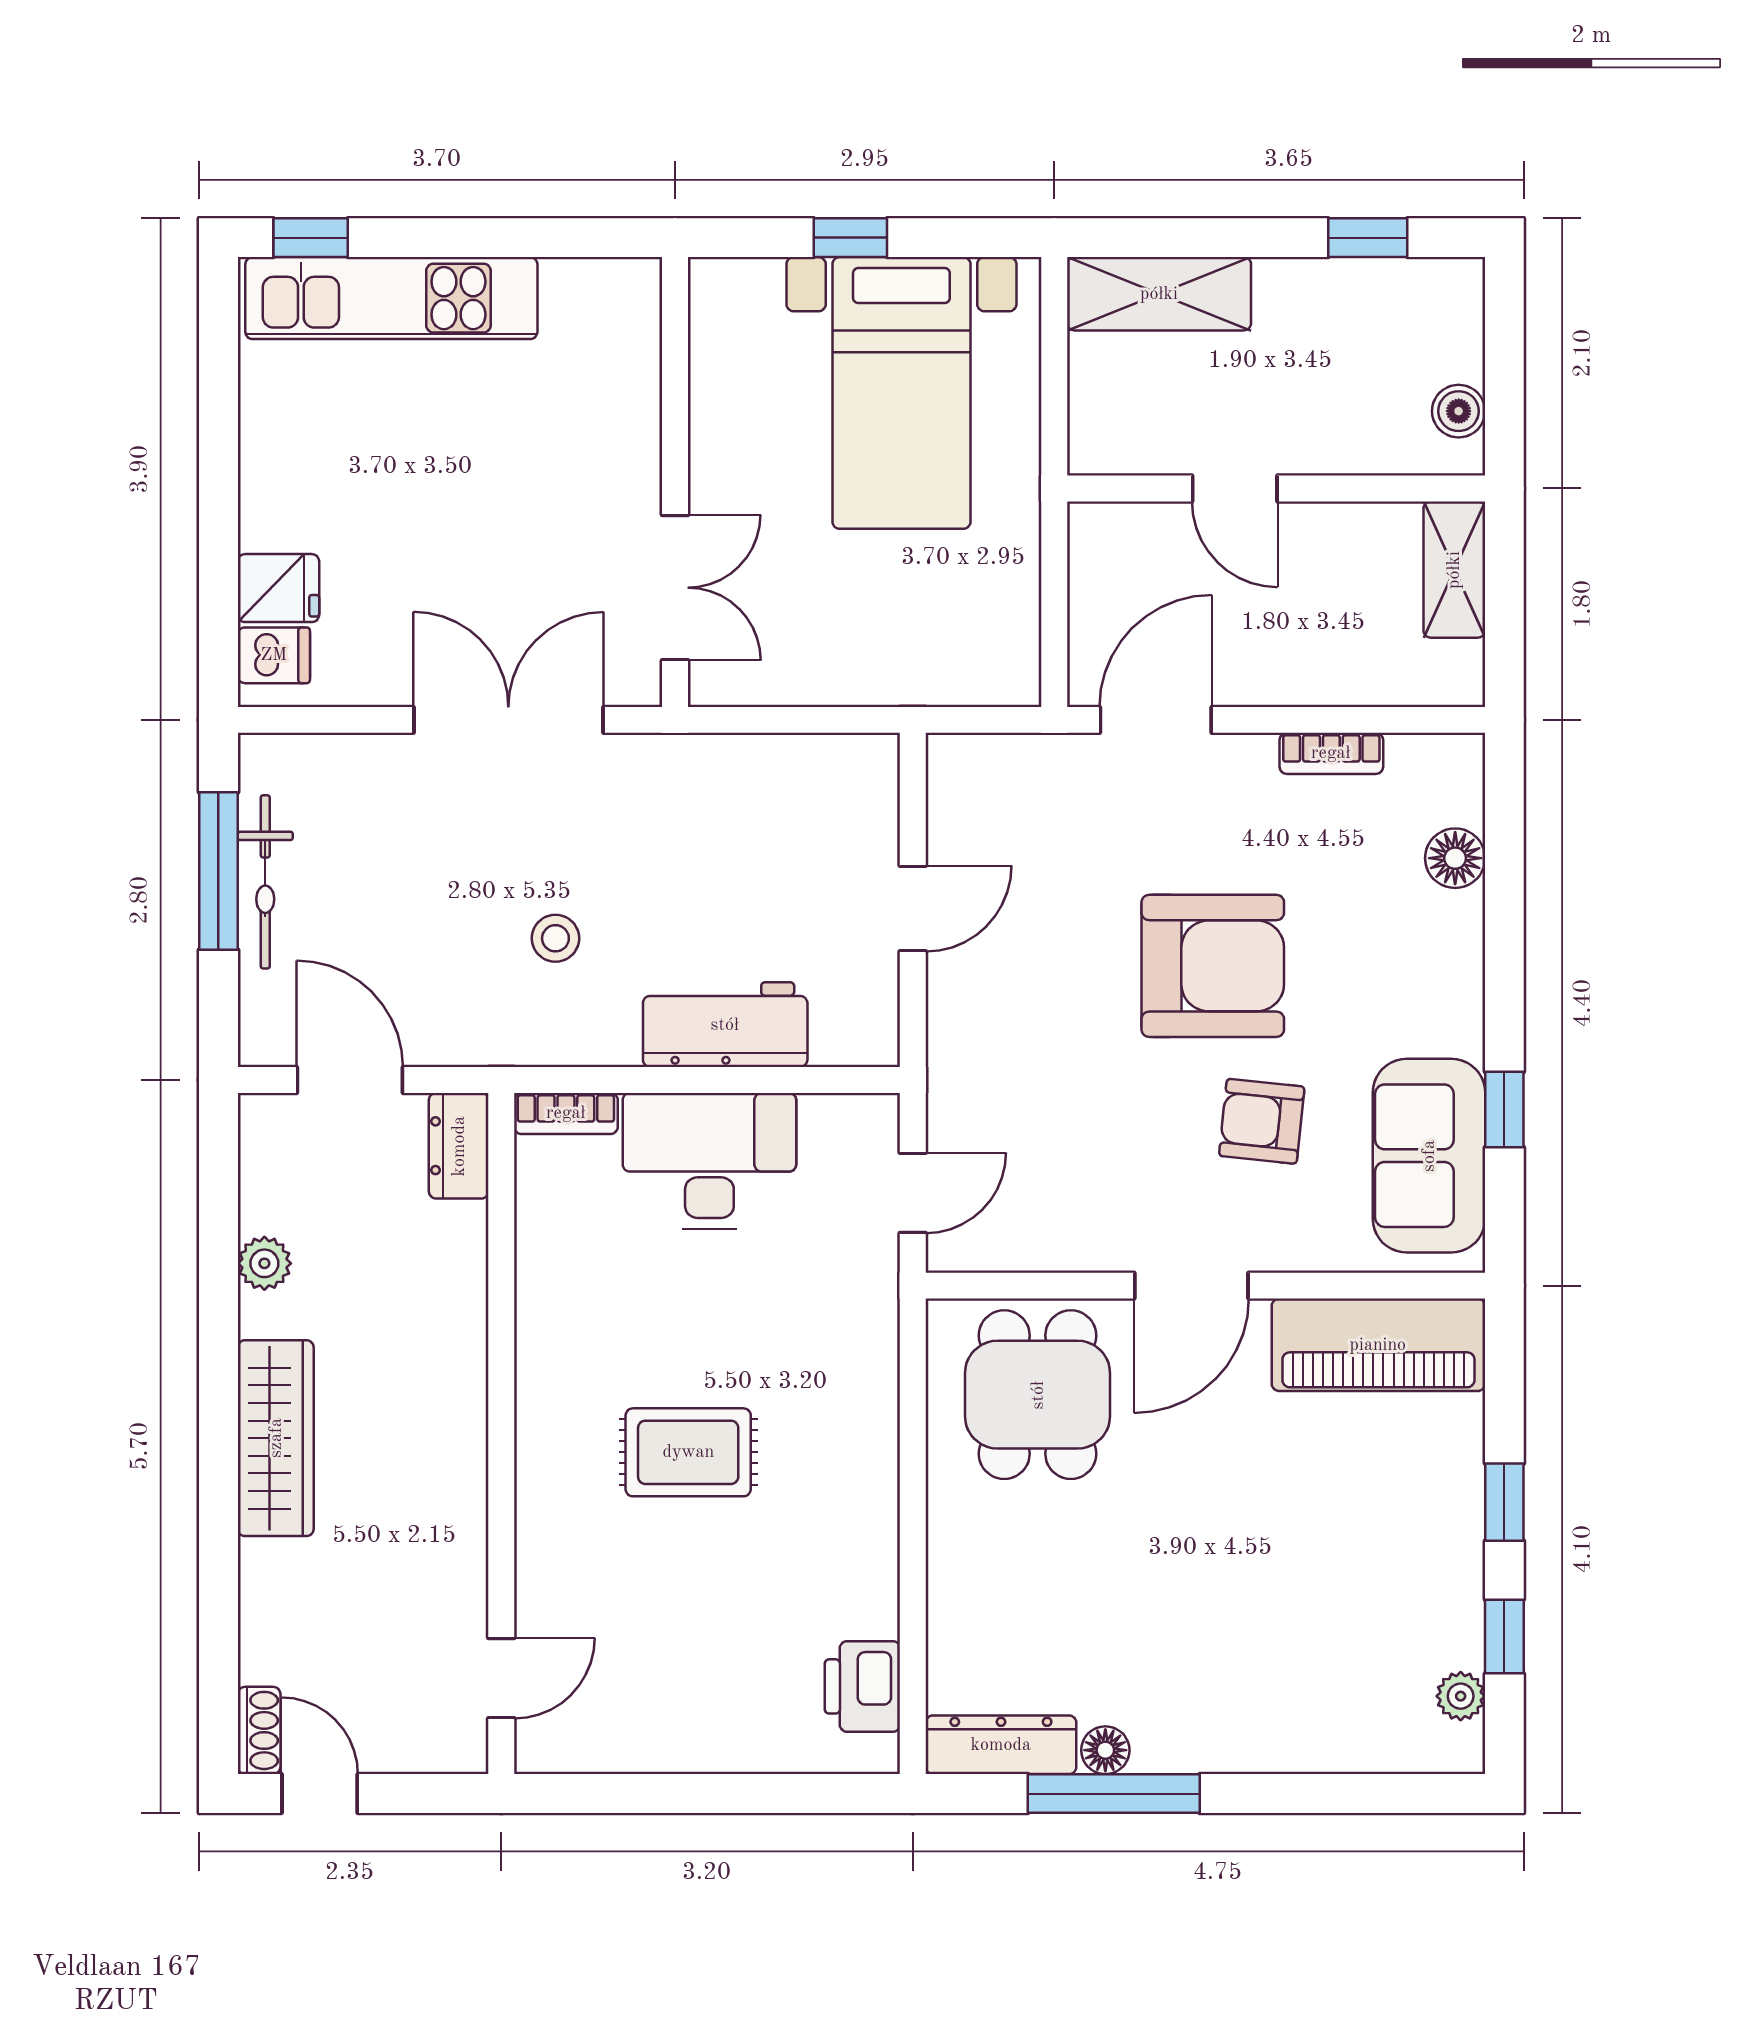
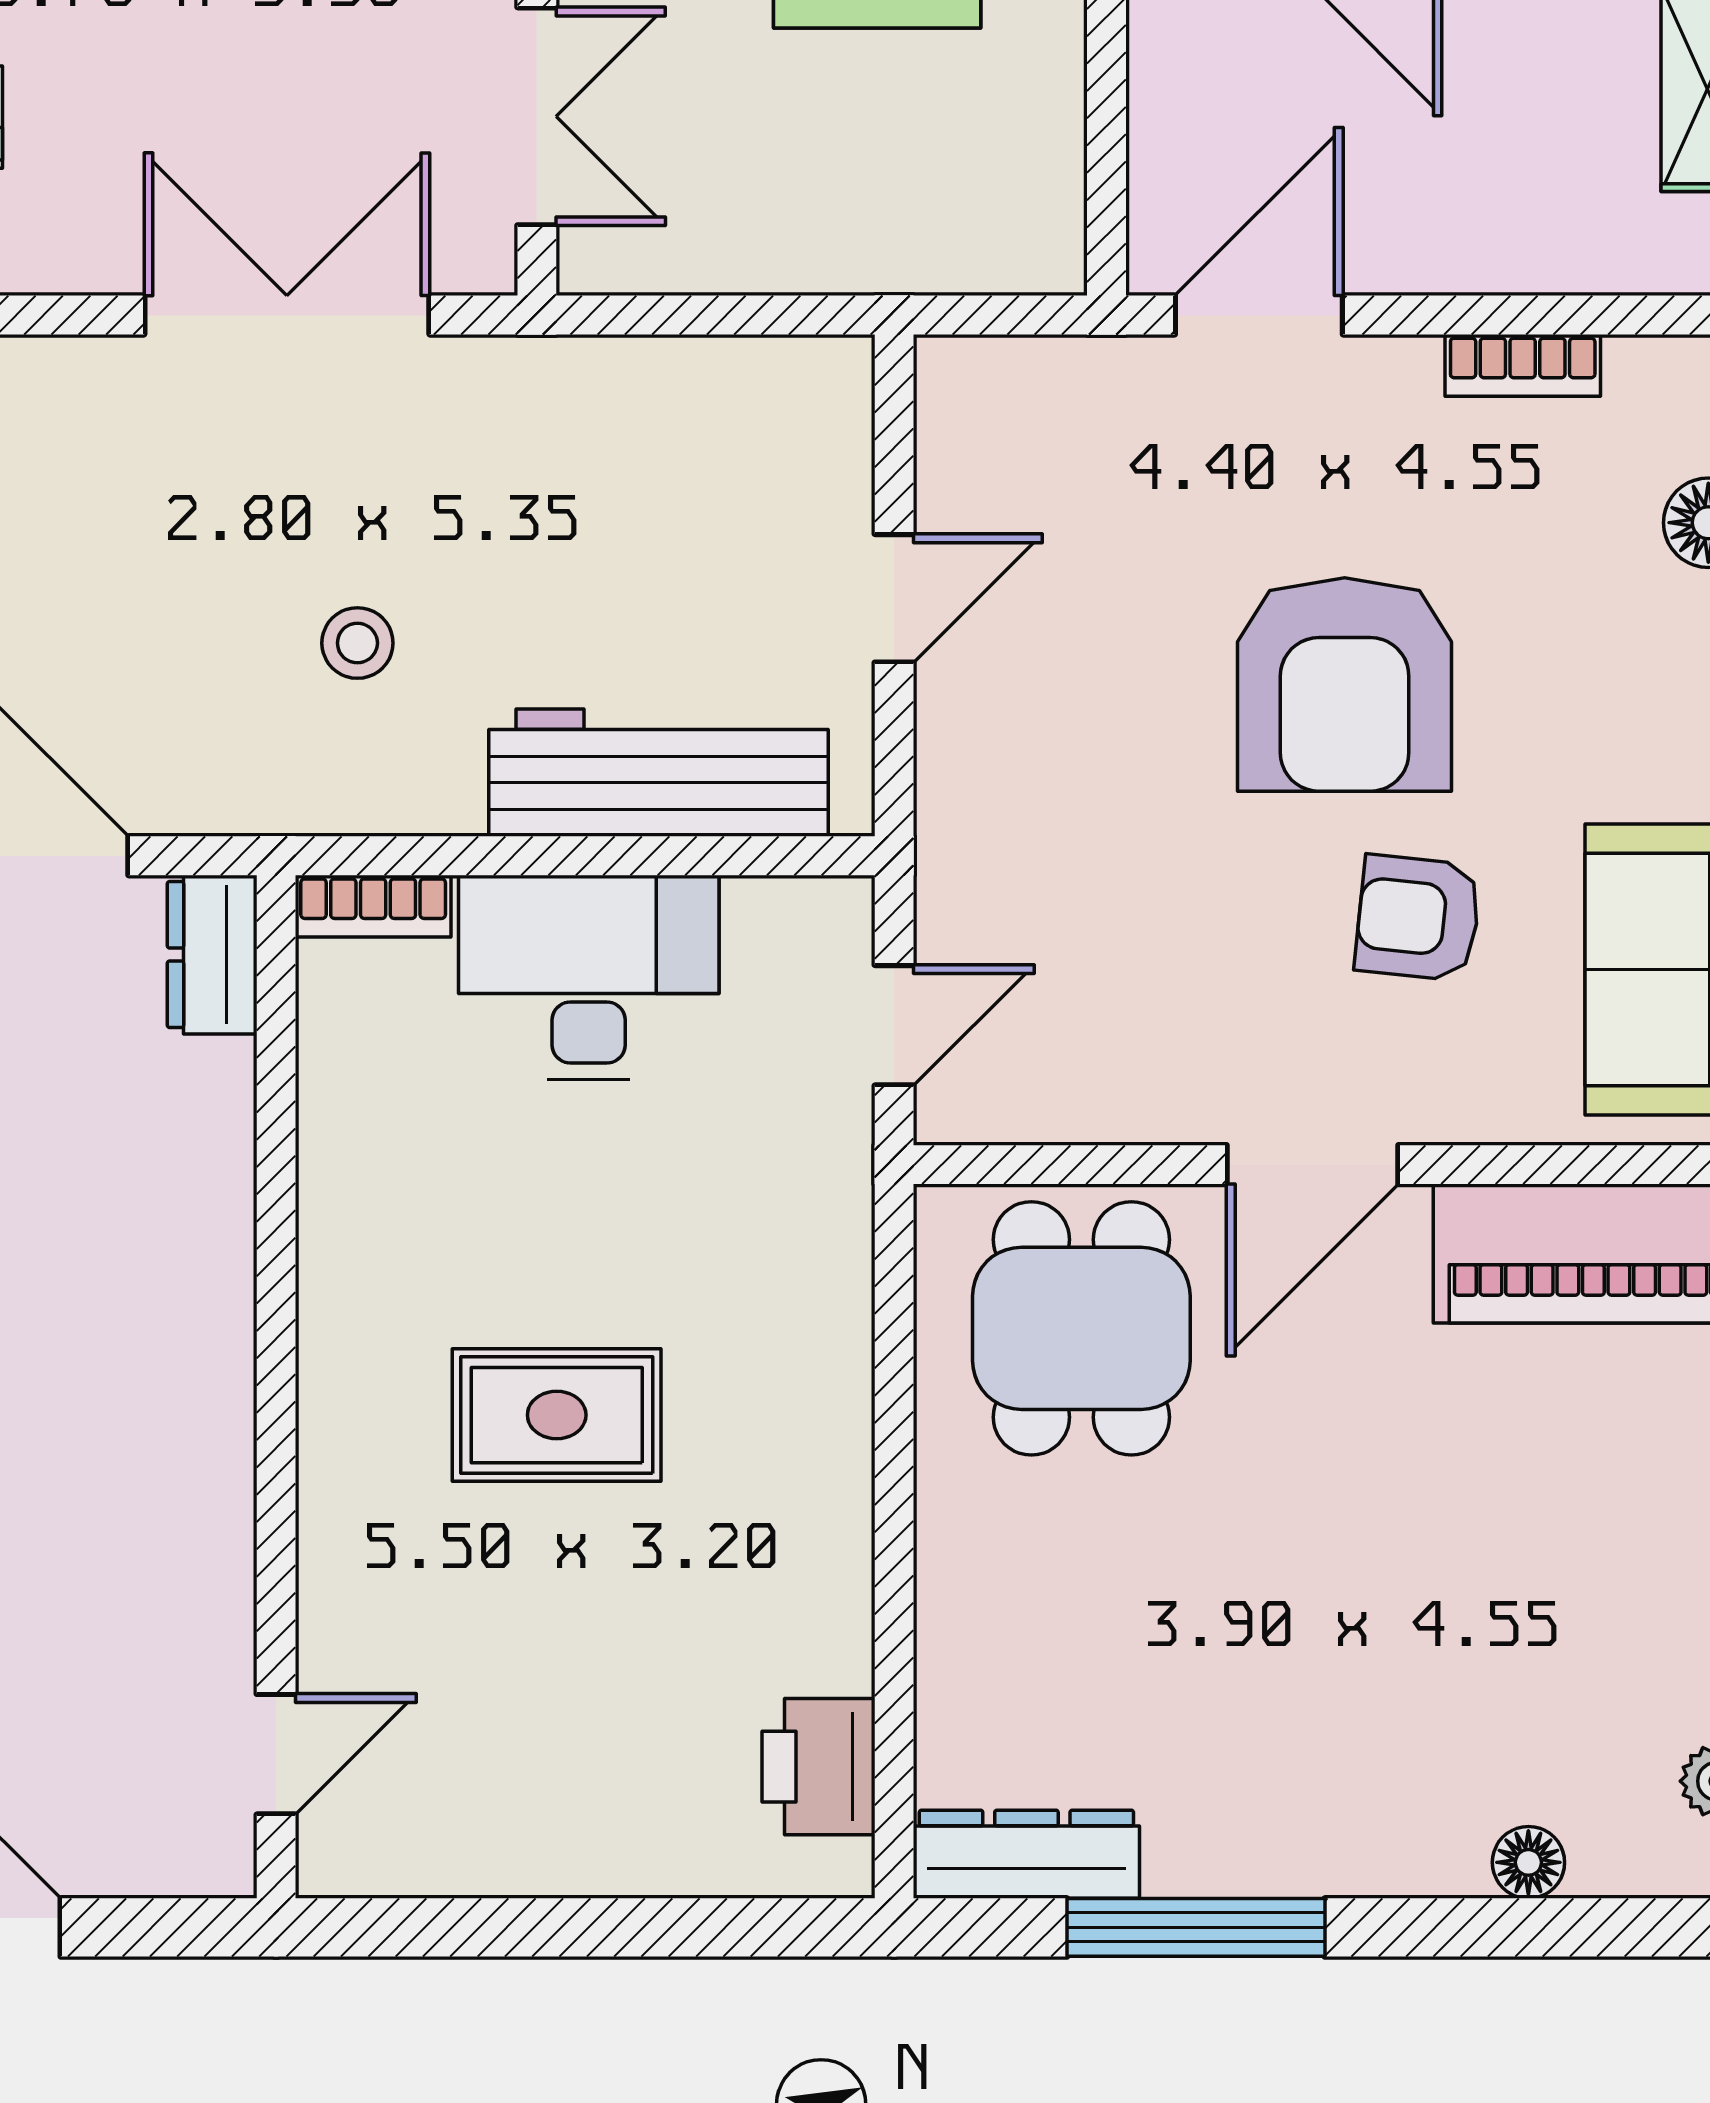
armchair: (1213, 966) -> (1345, 684), turned 90
workbench: (725, 1025) -> (659, 773), width x1.38
floor lamp: (1105, 1750) -> (1528, 1862), moved

